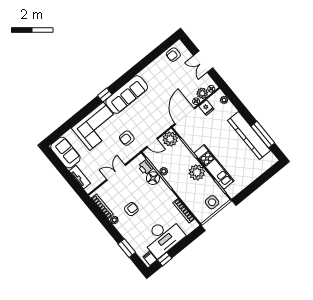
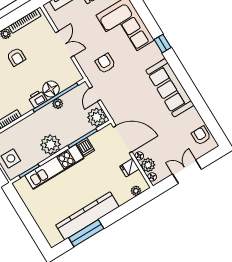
sofa: (127, 95) -> (170, 88), moved
dishwasher: (195, 145) -> (86, 147), added
printer: (145, 167) -> (38, 99), moved

